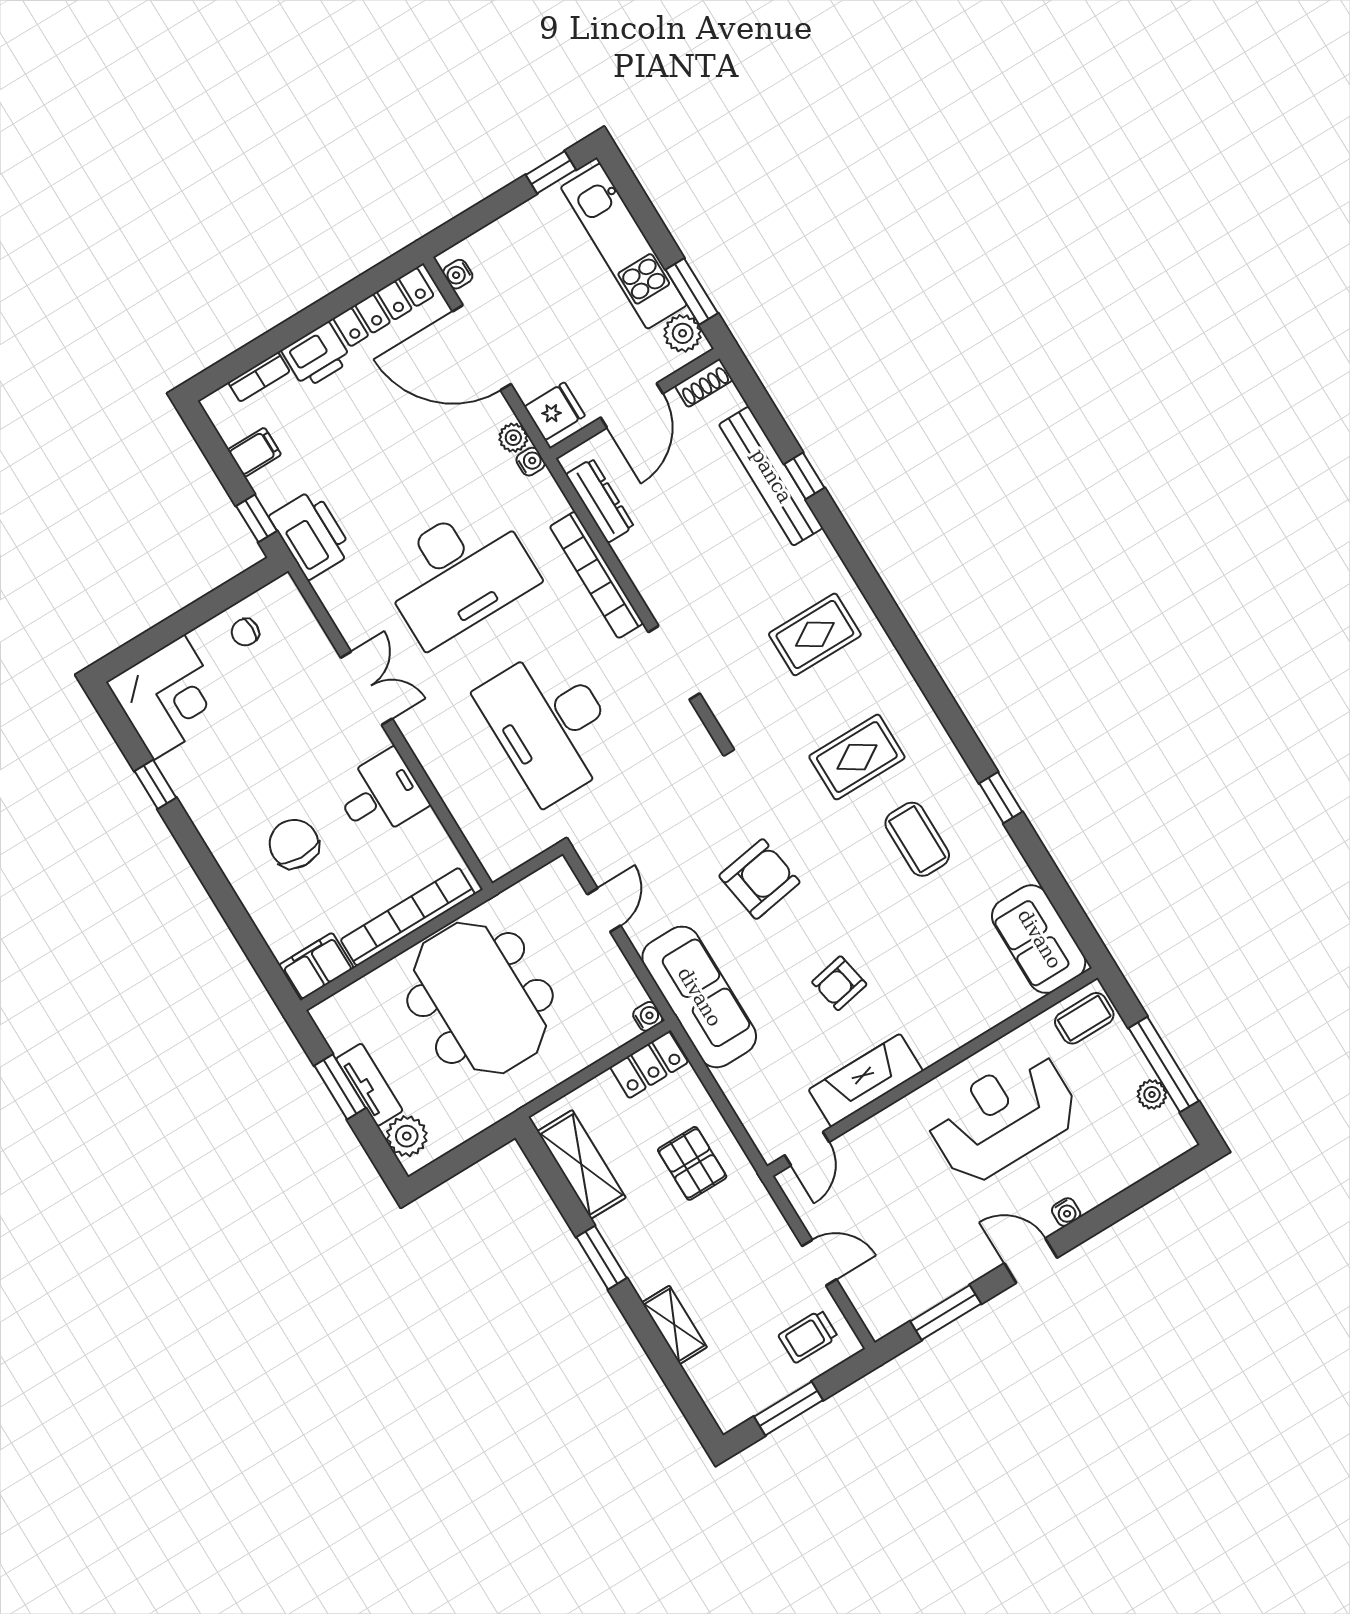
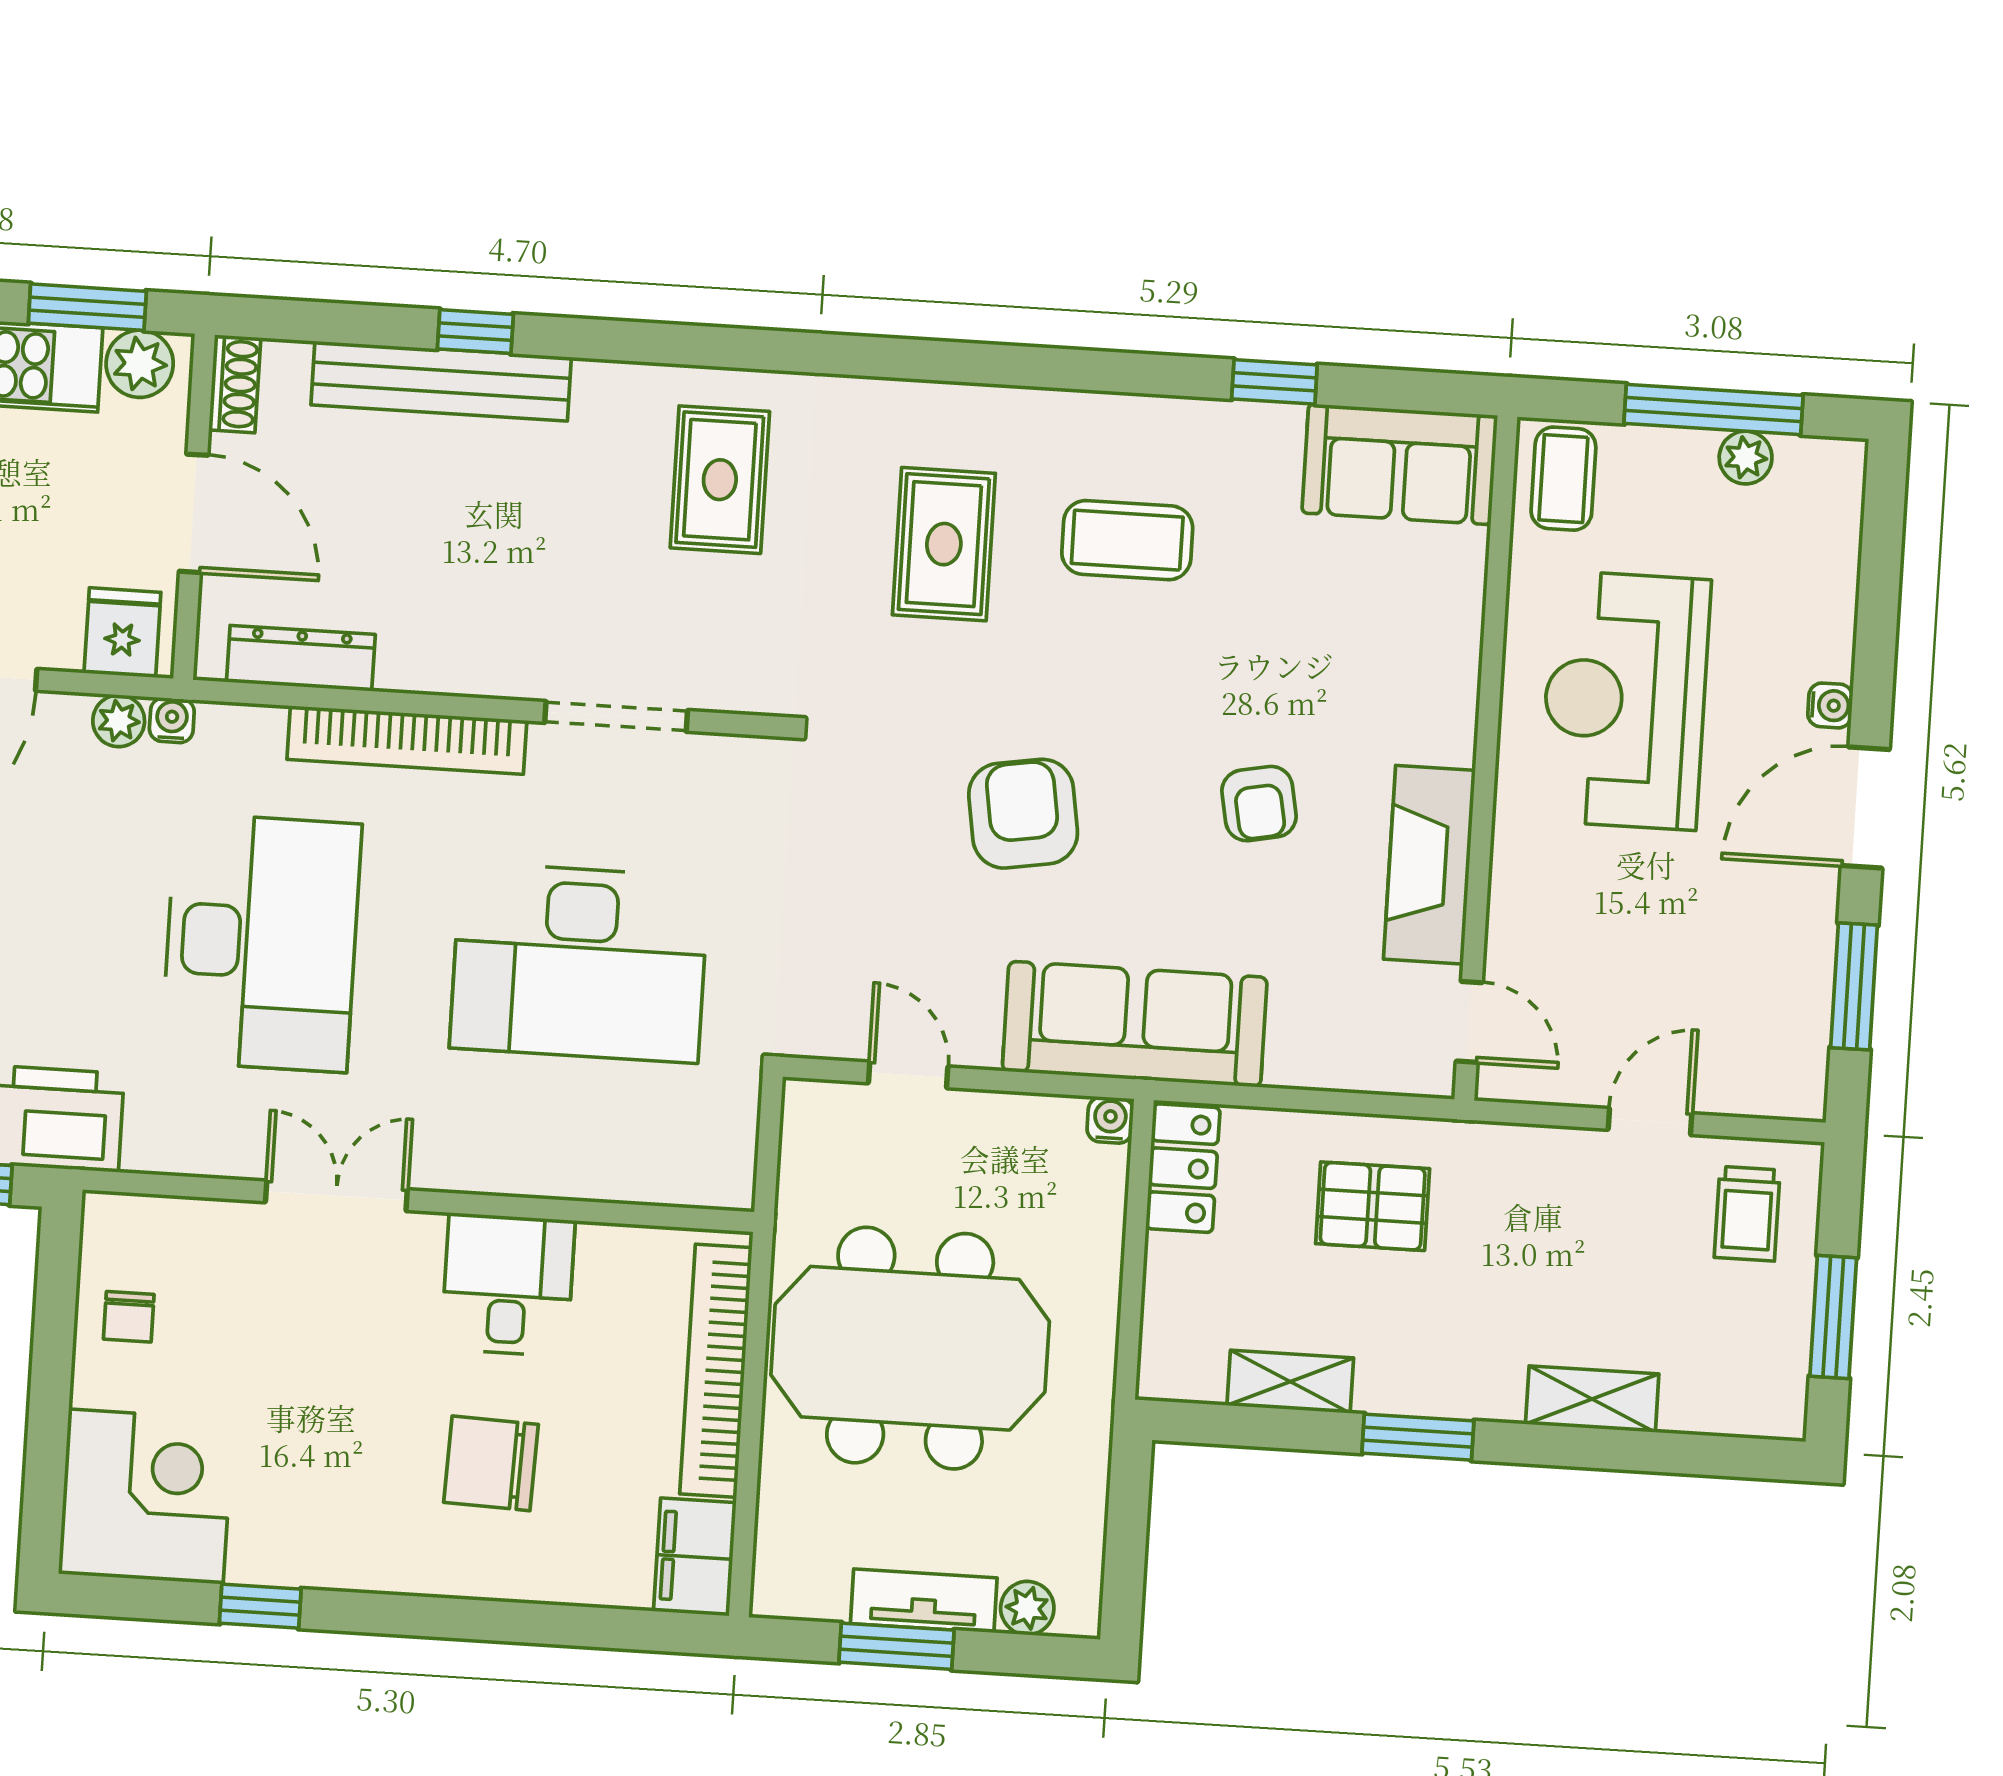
window: (1001, 798) -> (1274, 382), moved
plant: (407, 1136) -> (1027, 1608), width x0.73, depth x0.73
shelving: (581, 1164) -> (1290, 1382), width x0.67, depth x0.75
door: (1031, 1261) -> (1865, 808), width x1.38

